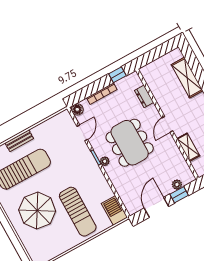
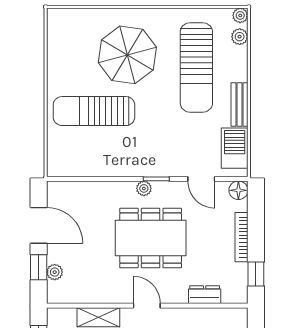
bench: (19, 141) -> (239, 104), moved
barbecue: (114, 211) -> (235, 148), moved, turned -90

